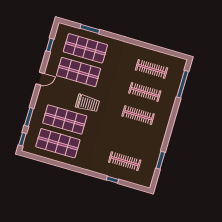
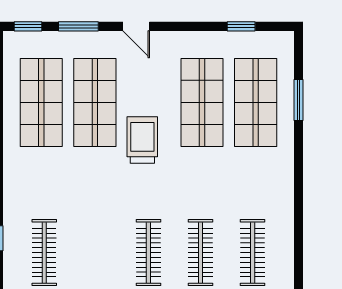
door: (40, 79) -> (136, 26), moved
trolley: (87, 103) -> (142, 140), turned 180

